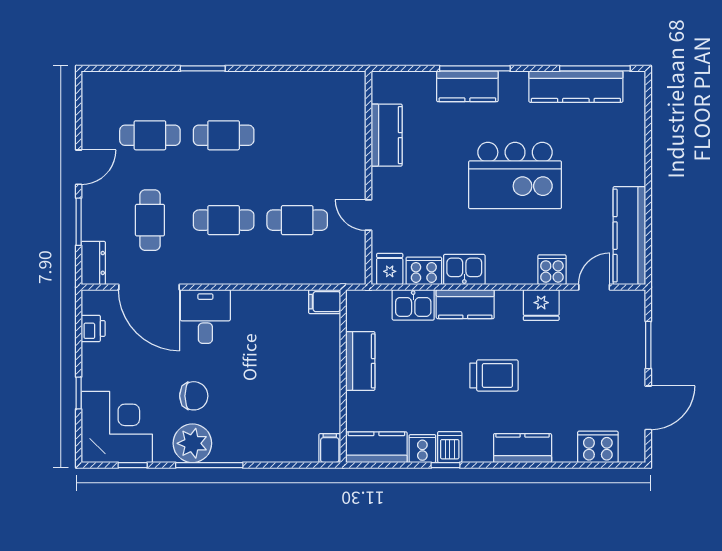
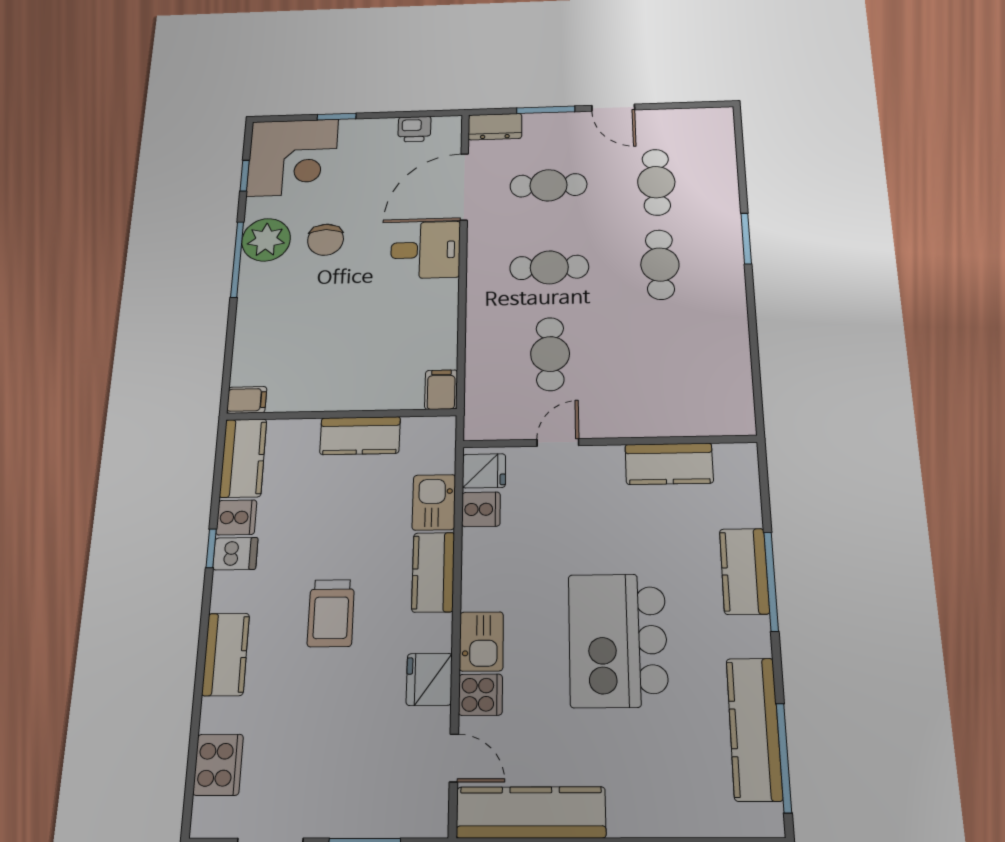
cafe table: (224, 220) -> (549, 267), turned 90
kitchen sink: (464, 269) -> (481, 641), moved
cooker: (424, 271) -> (481, 509), width x0.73

